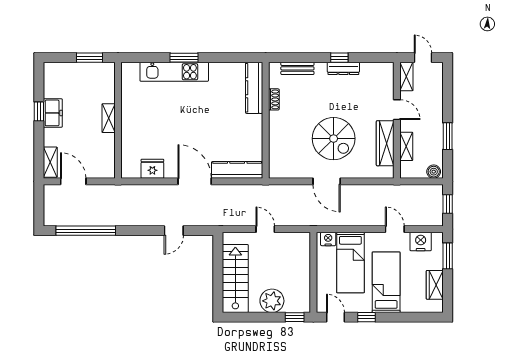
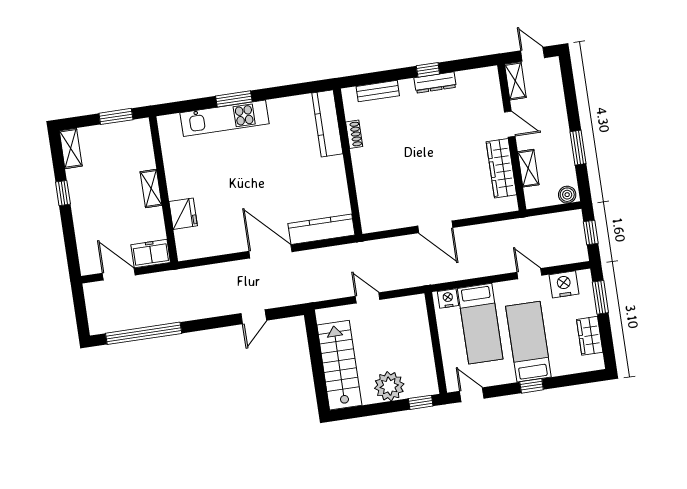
freezer: (53, 113) -> (151, 254), moved, turned -90
spiral stairs: (334, 139) -> (436, 172), removed
shelving: (50, 162) -> (71, 148), moved
fridge: (152, 169) -> (183, 214), moved, turned 90
window: (366, 317) -> (532, 386), moved

